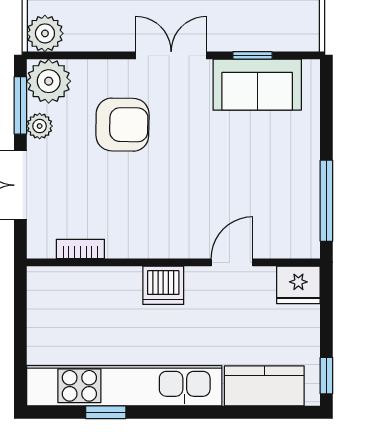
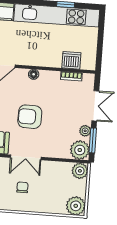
armchair: (122, 125) -> (30, 117), moved
floor lamp: (167, 247) -> (34, 74), added
dishwasher: (163, 285) -> (71, 60), moved

